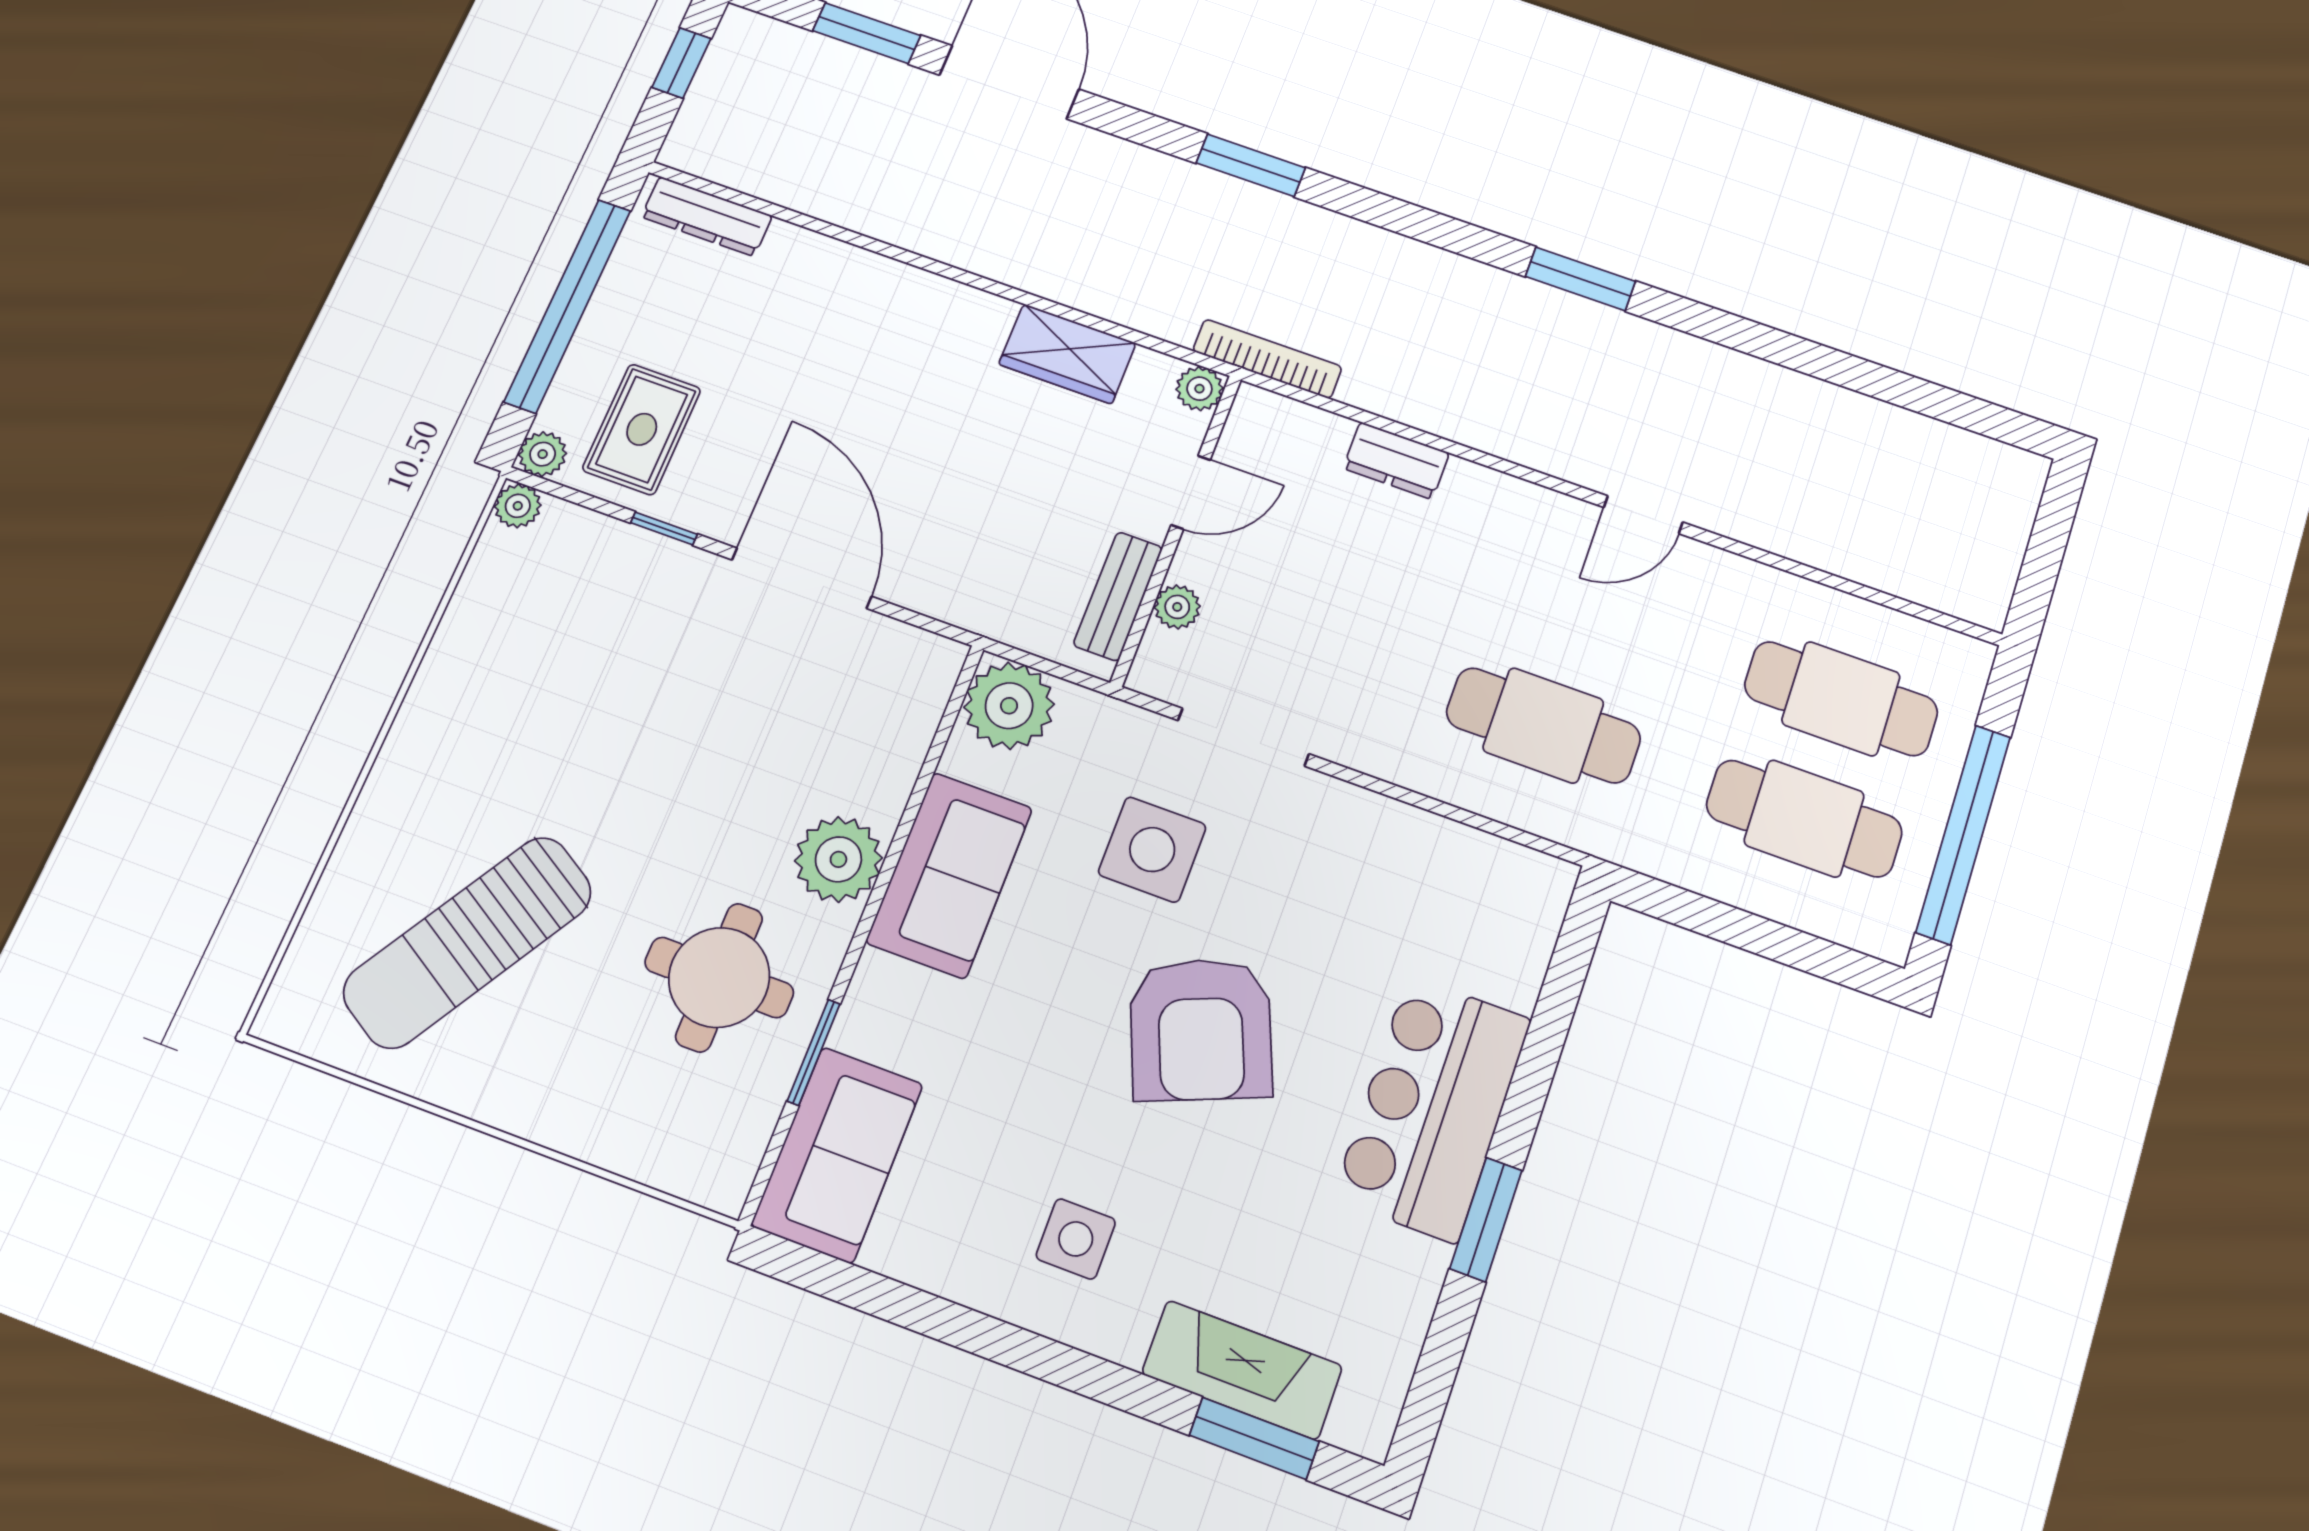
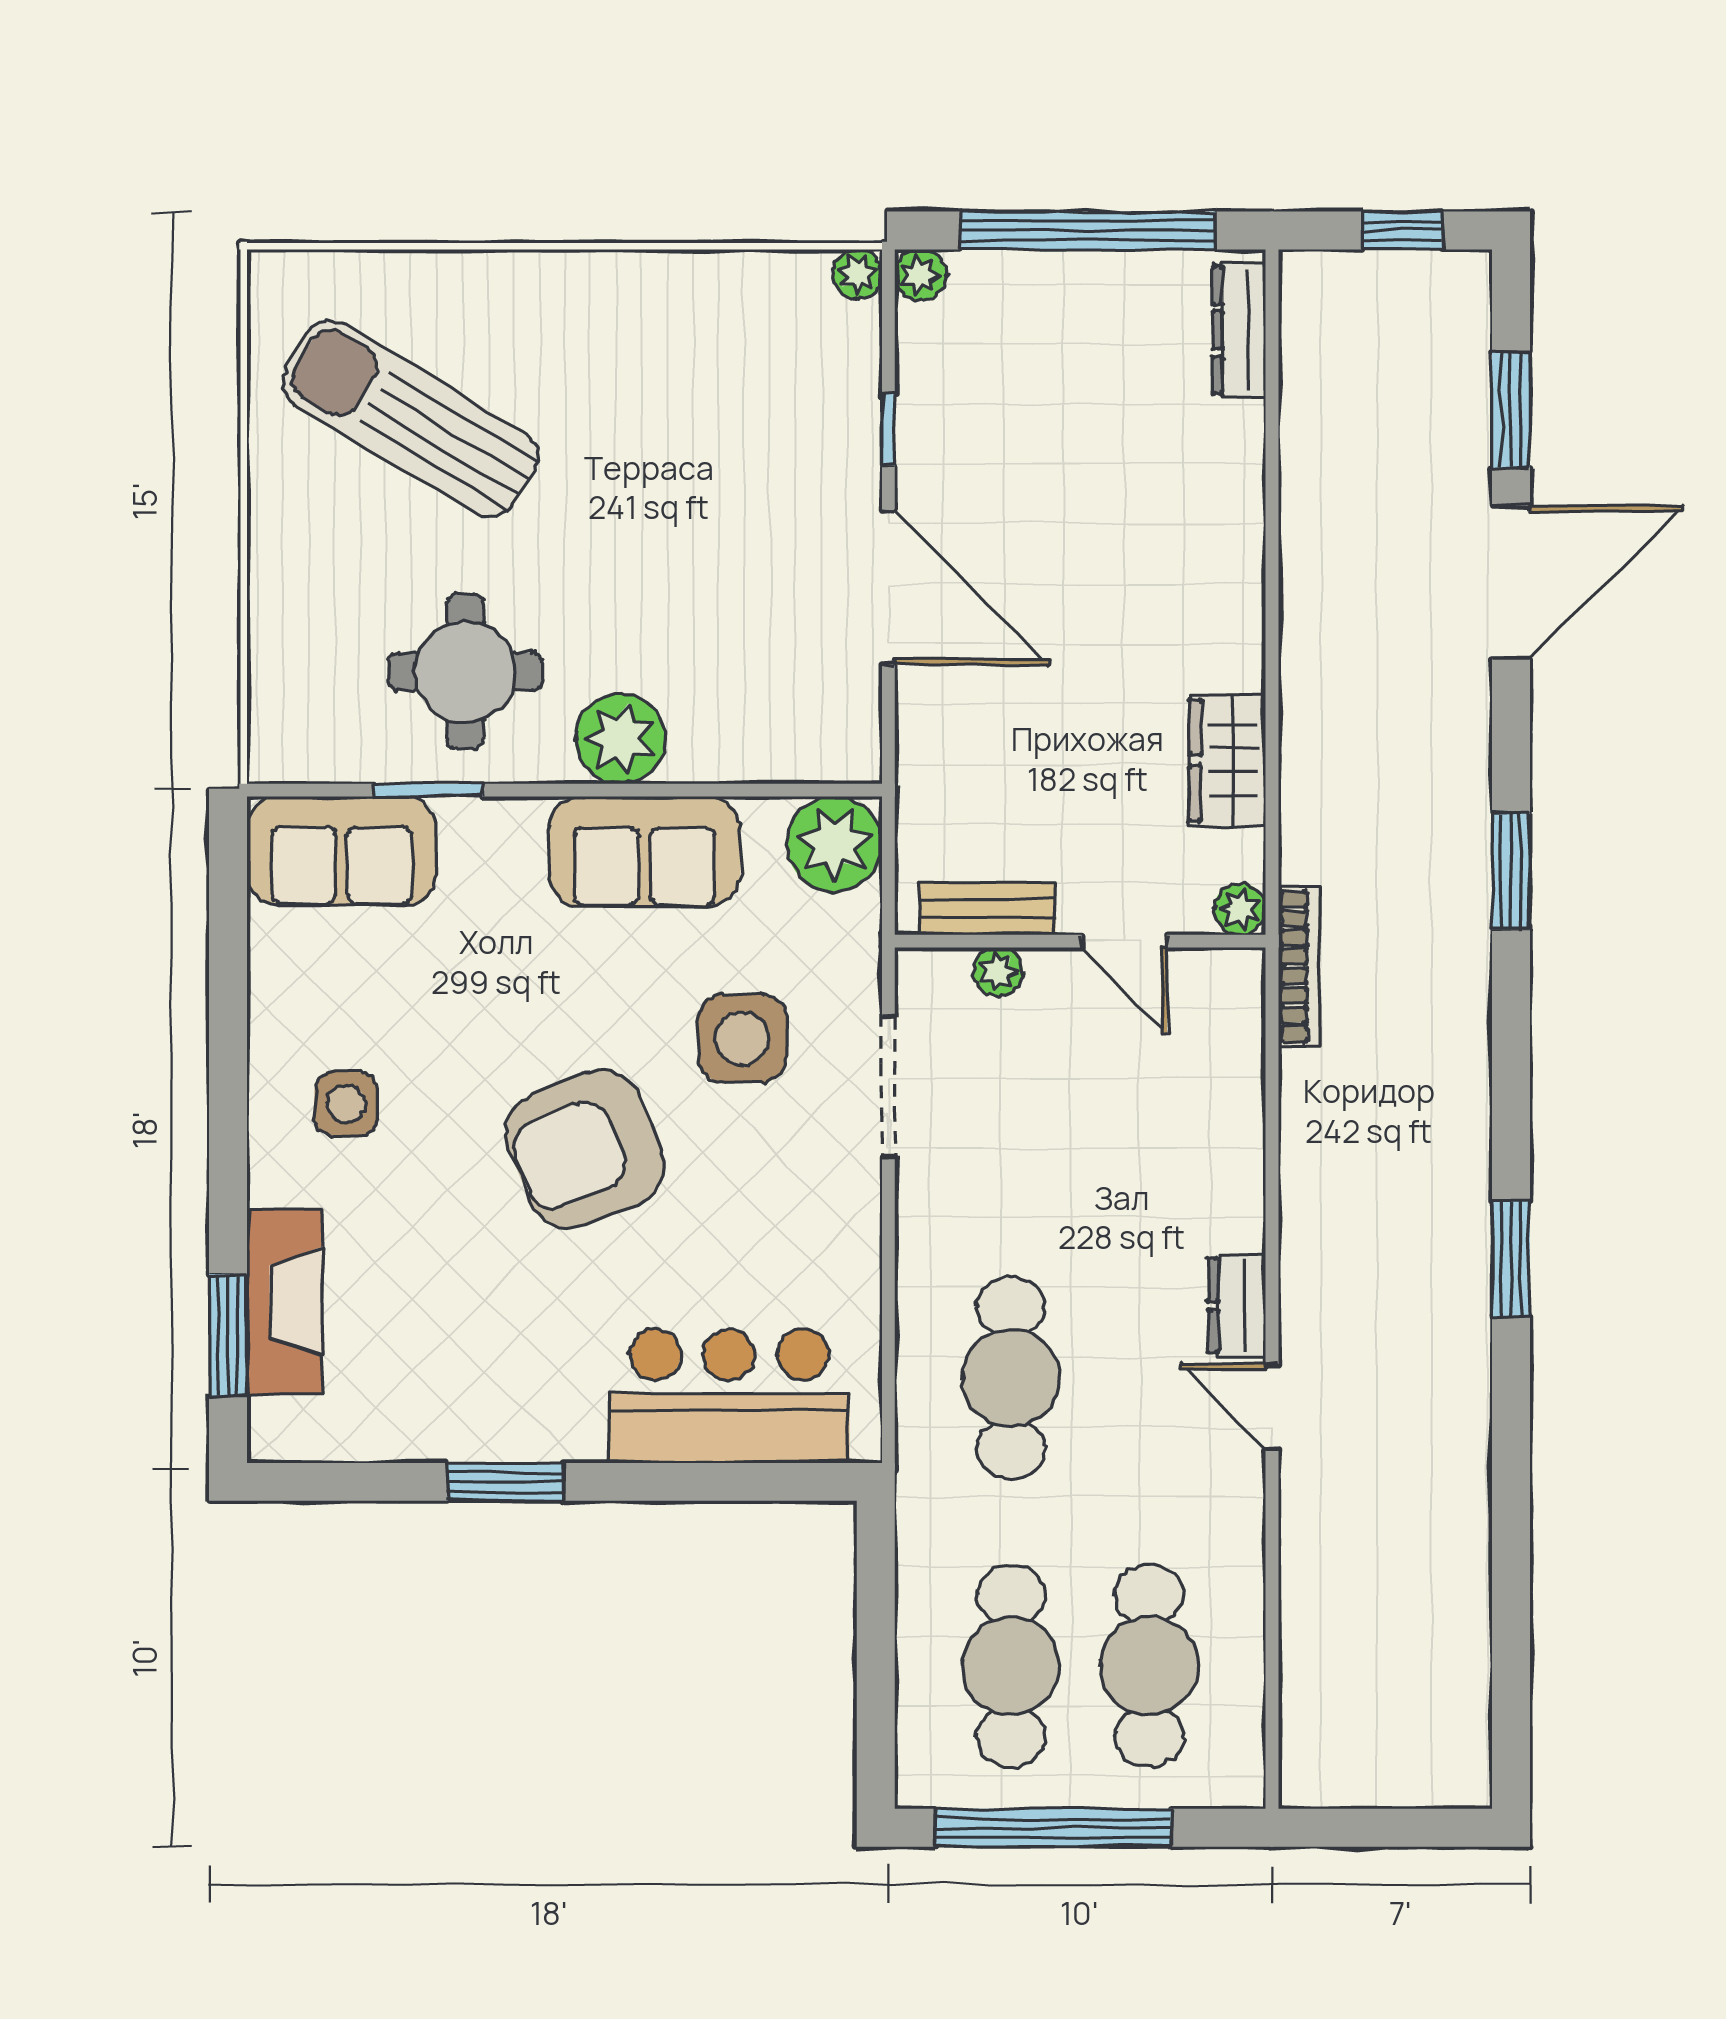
rug: (642, 429) -> (984, 363), removed
dresser: (1396, 461) -> (1237, 1305), moved
door: (802, 578) -> (888, 587), hinge flipped
bar counter: (1432, 1108) -> (729, 1396), moved

